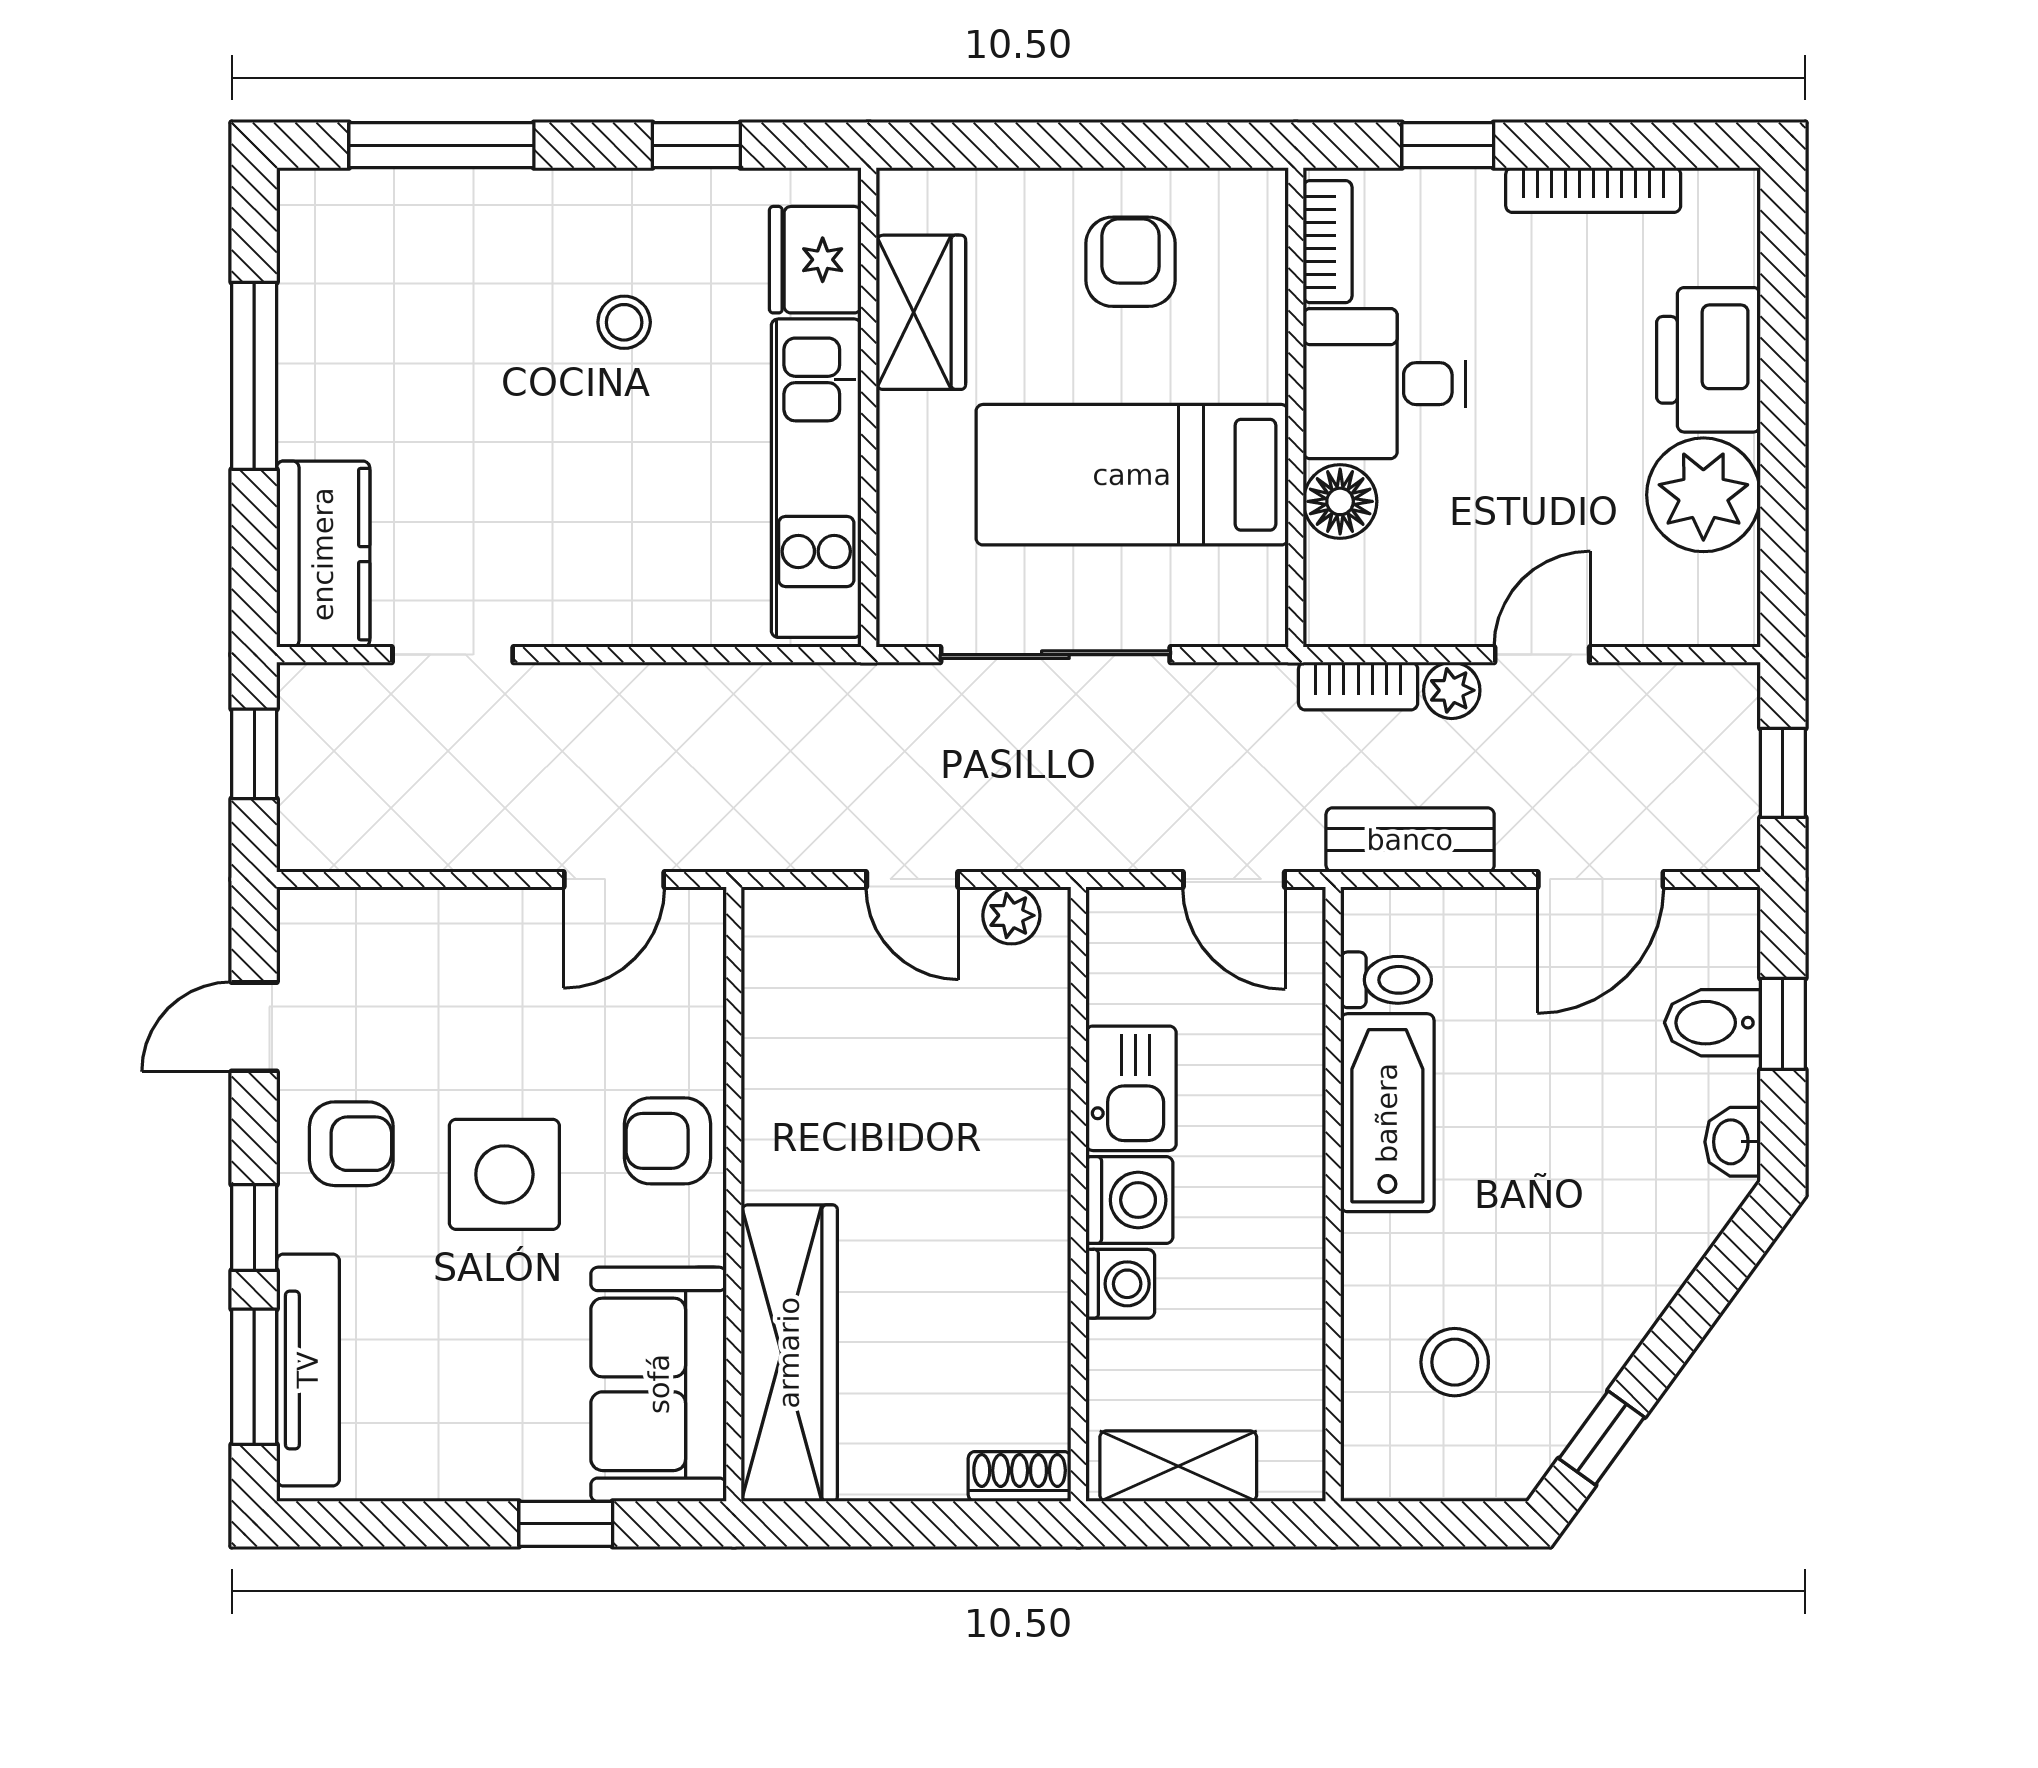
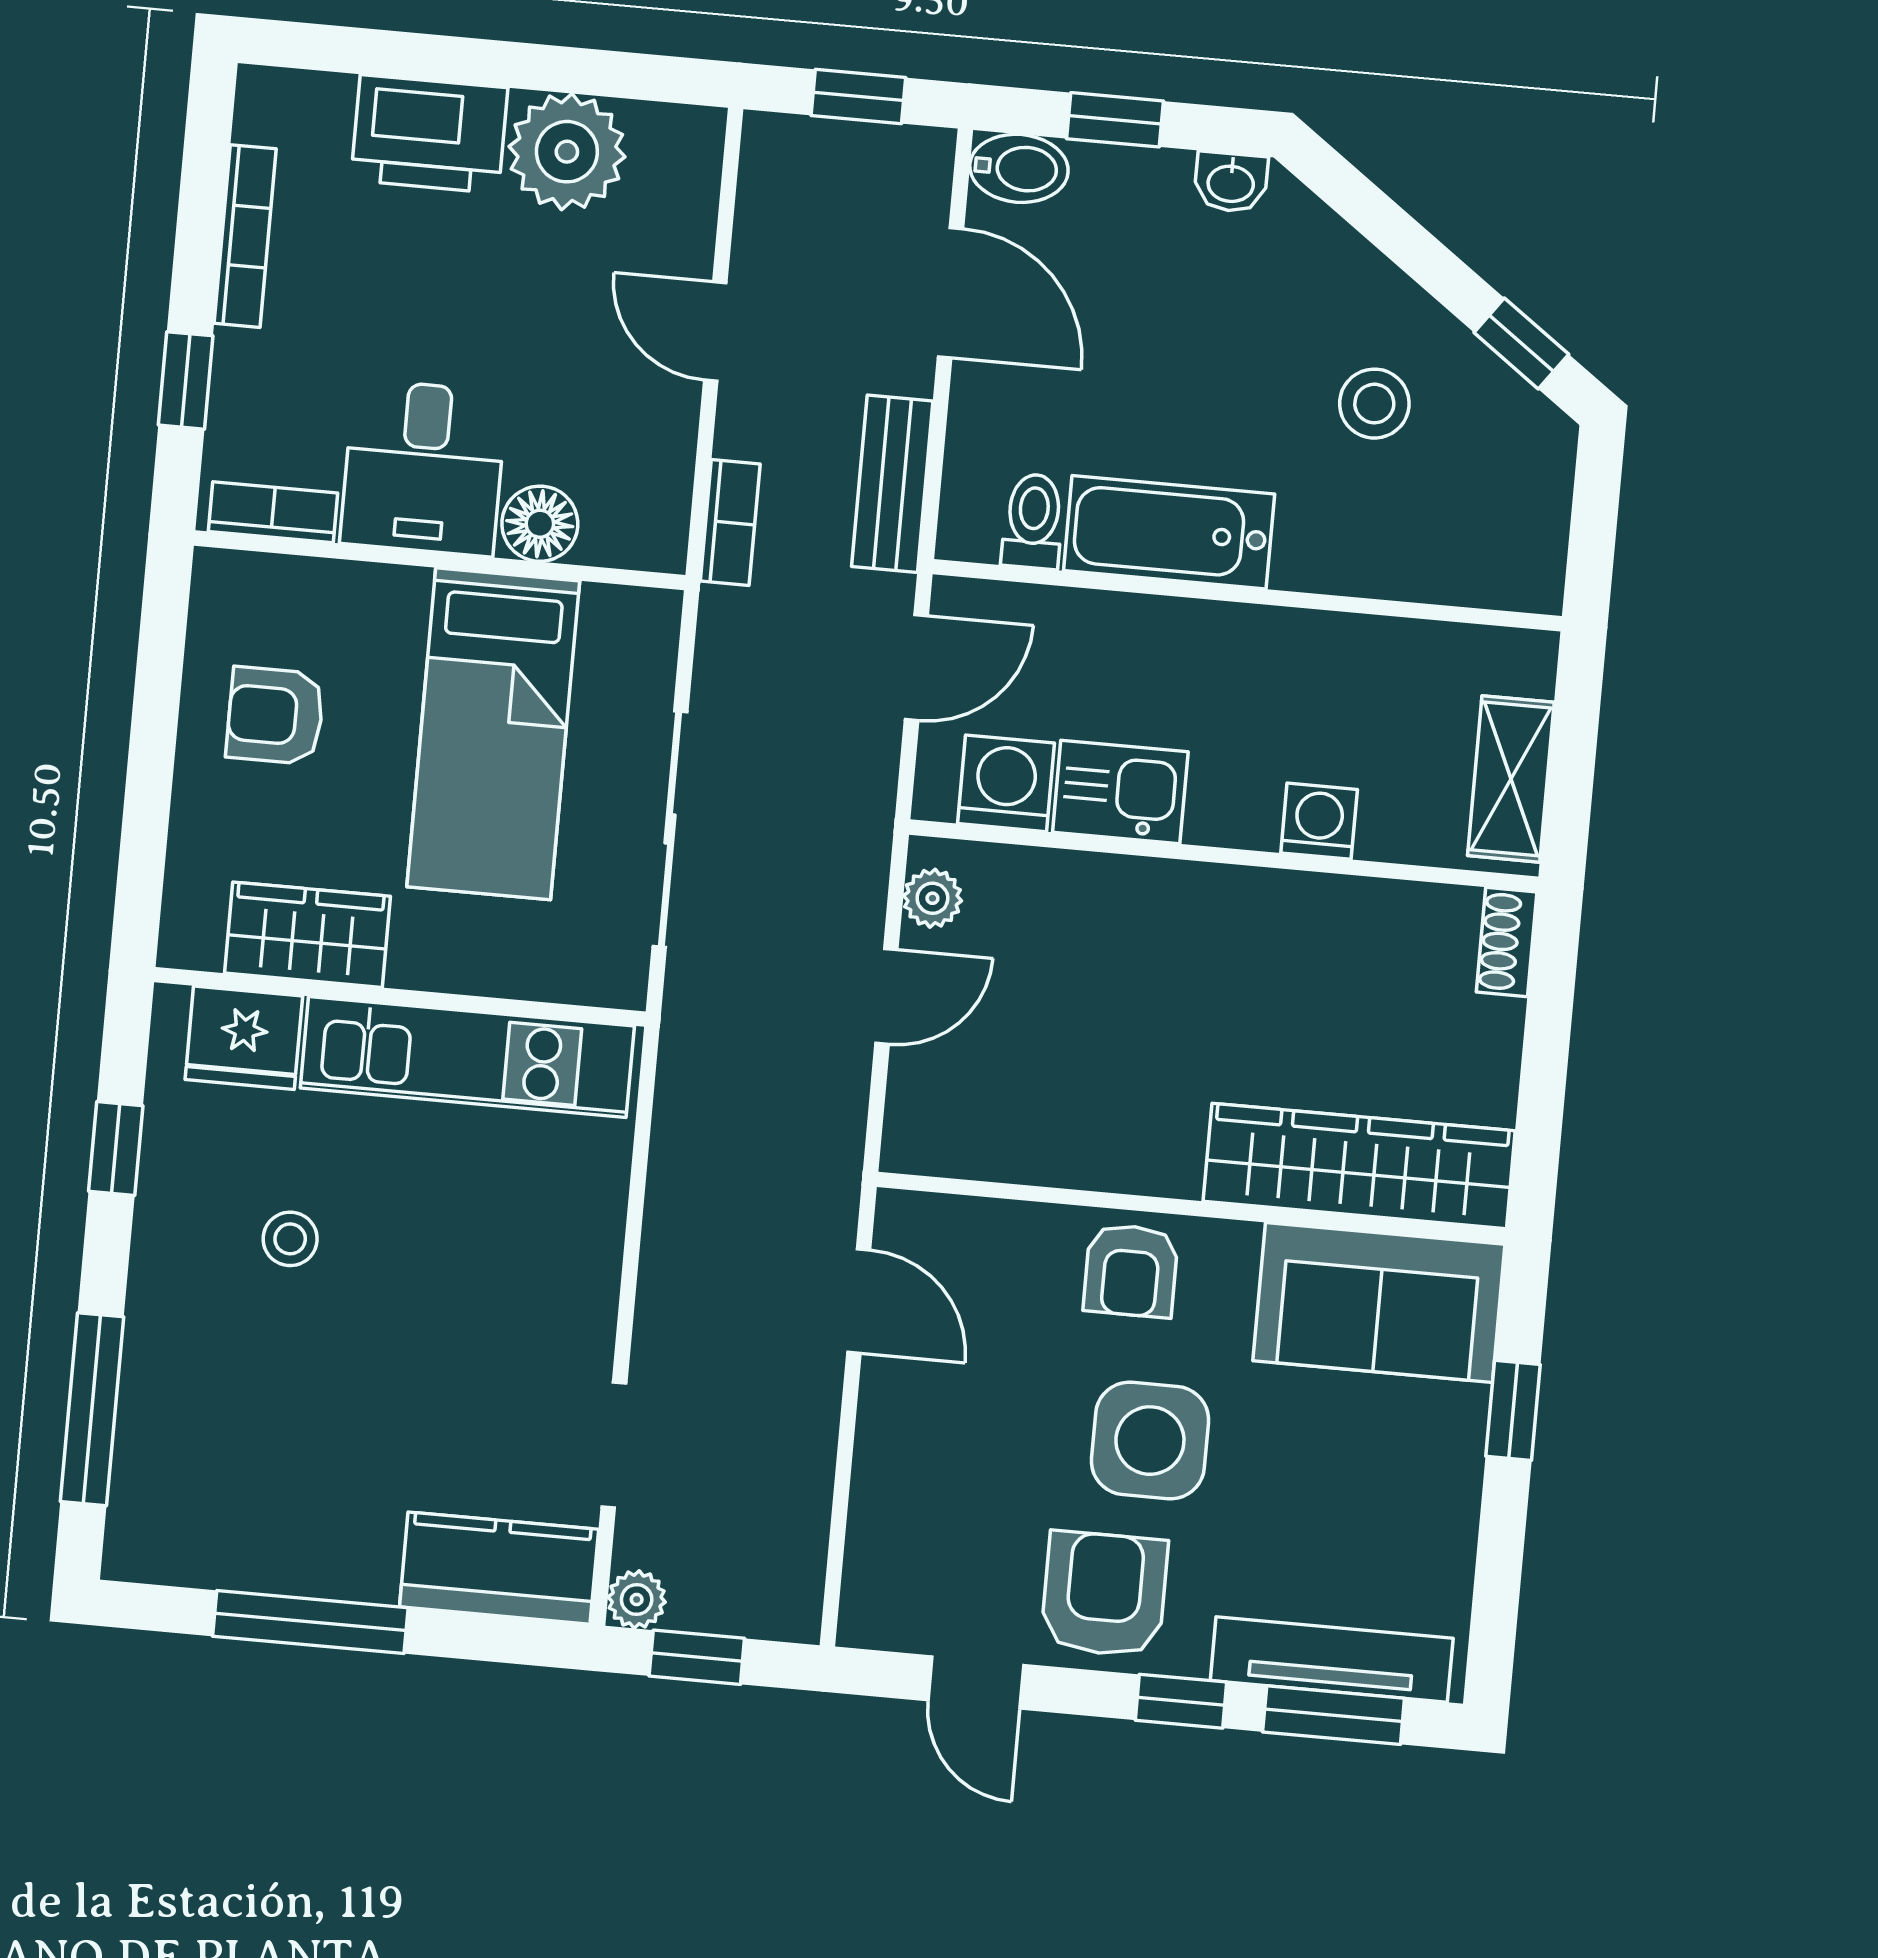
plant: (1452, 690) -> (637, 1600), moved
bidet: (1712, 1023) -> (1019, 168), moved, turned -90
armchair: (351, 1144) -> (1104, 1594), width x1.38, depth x1.38
washing machine: (1129, 1200) -> (1006, 783), moved
stool: (1455, 1362) -> (1374, 404), moved

